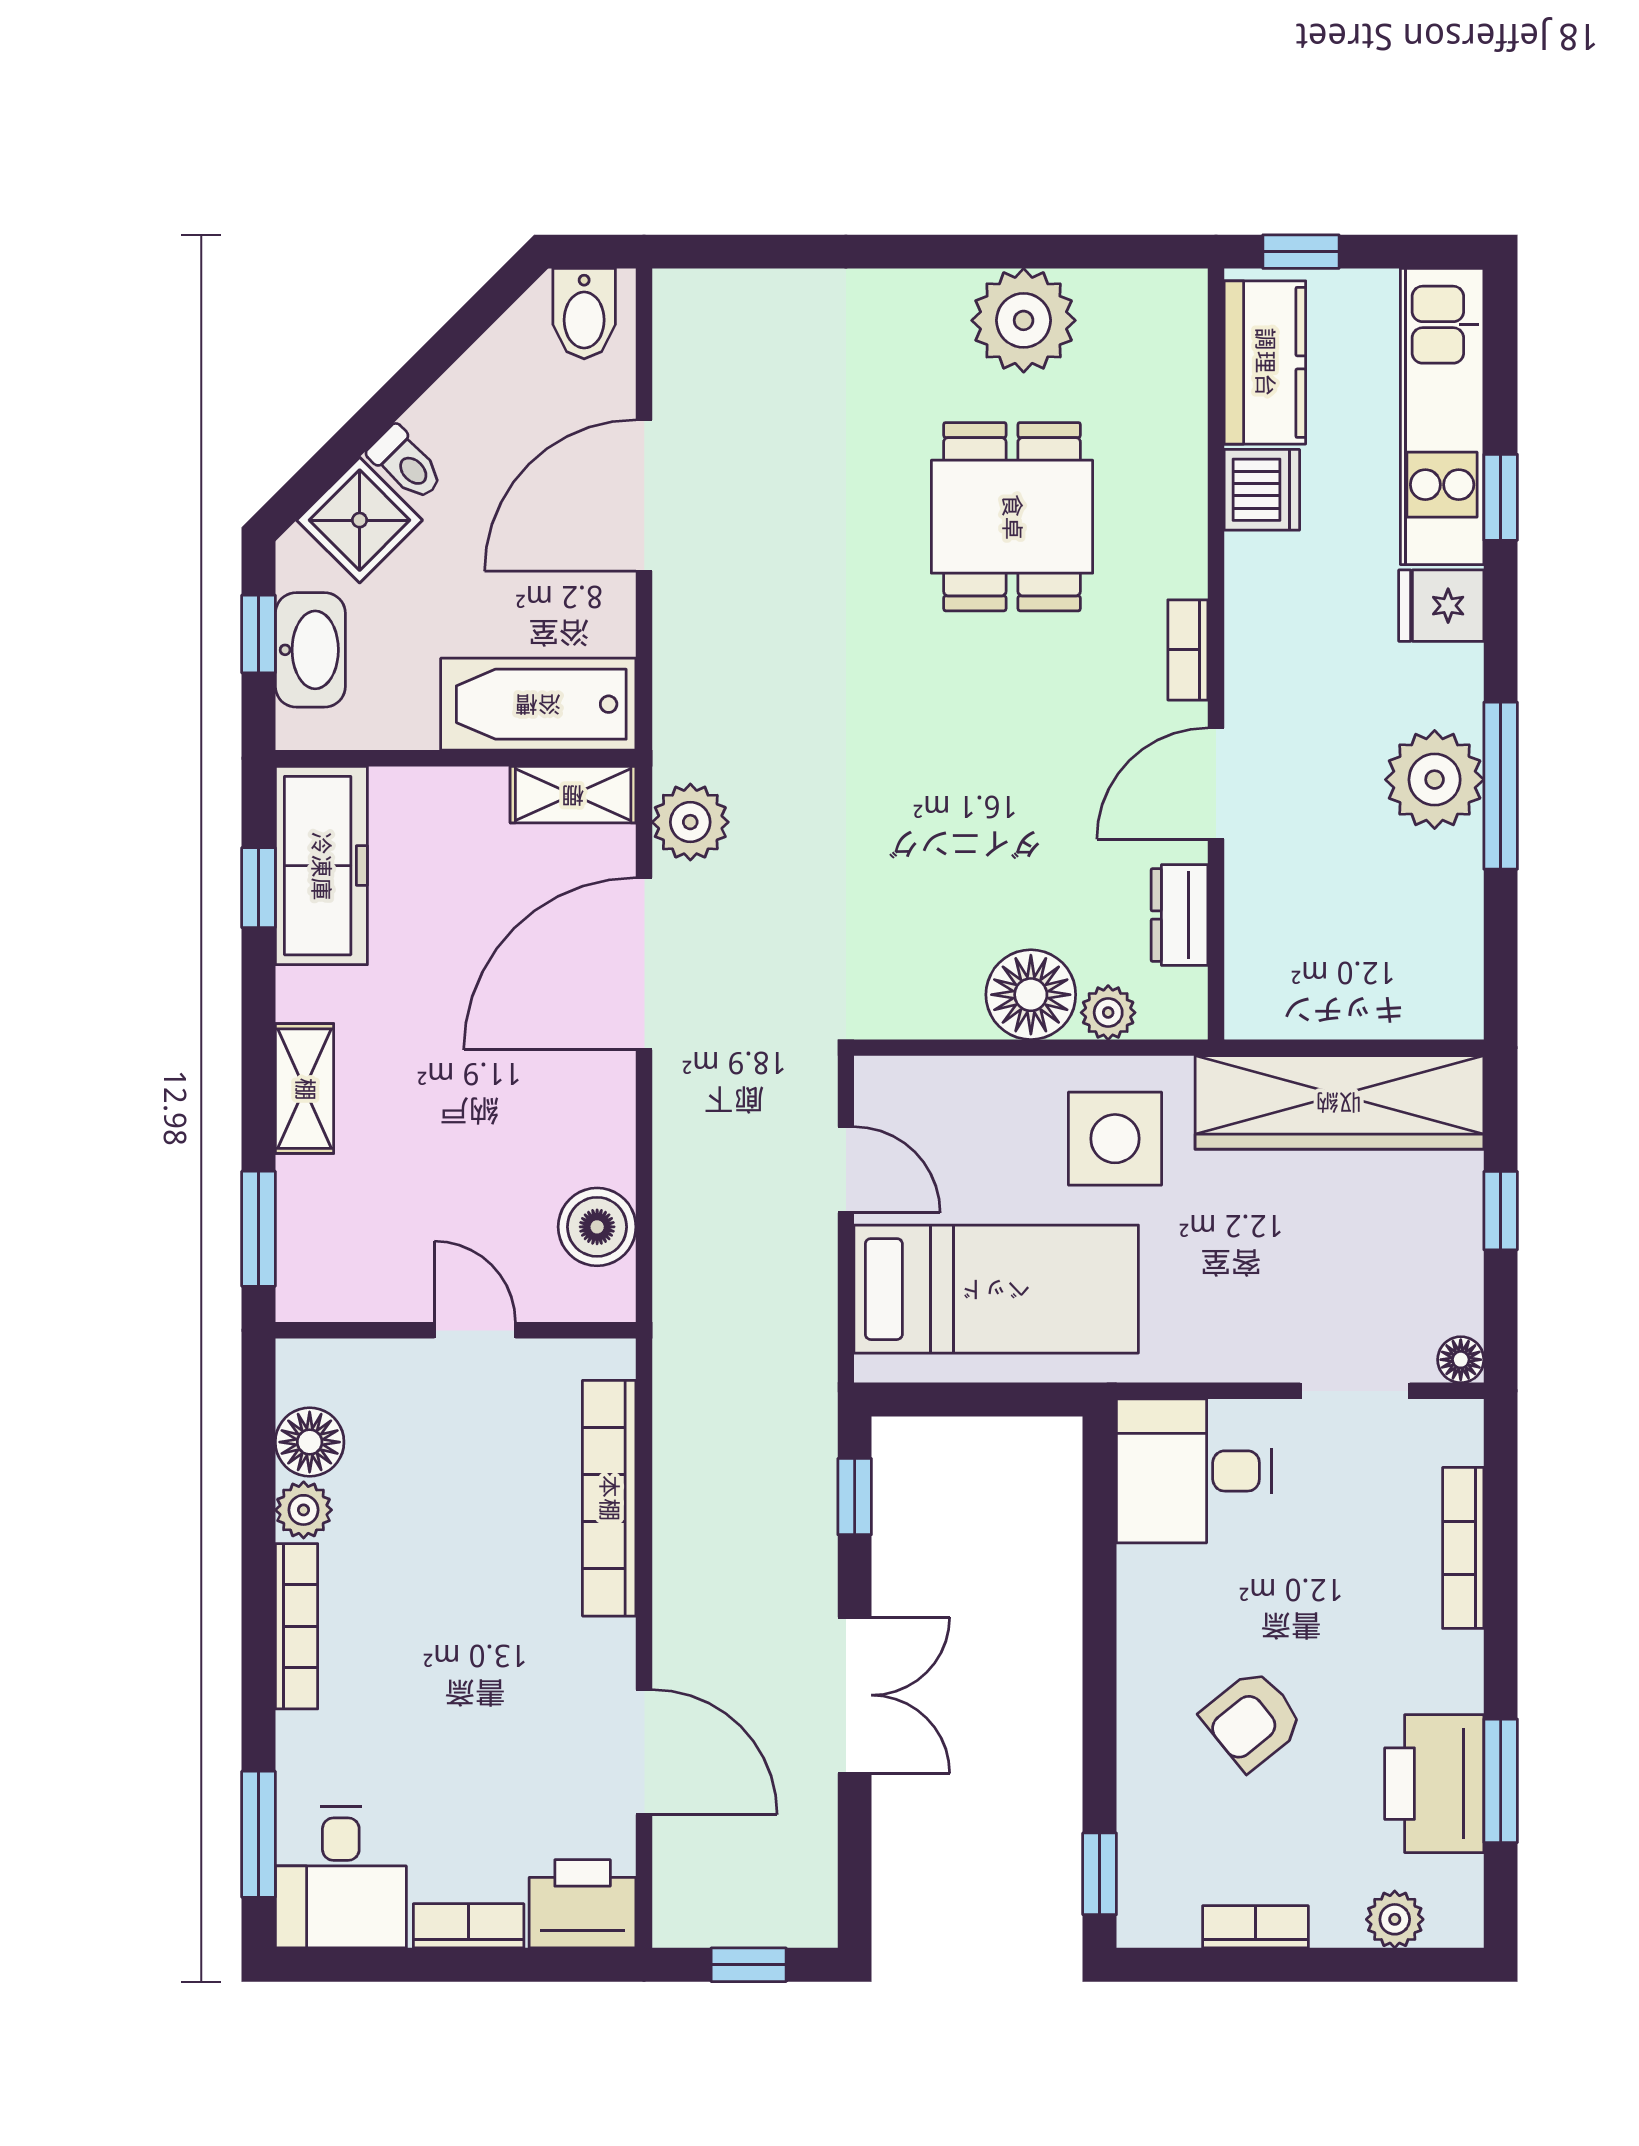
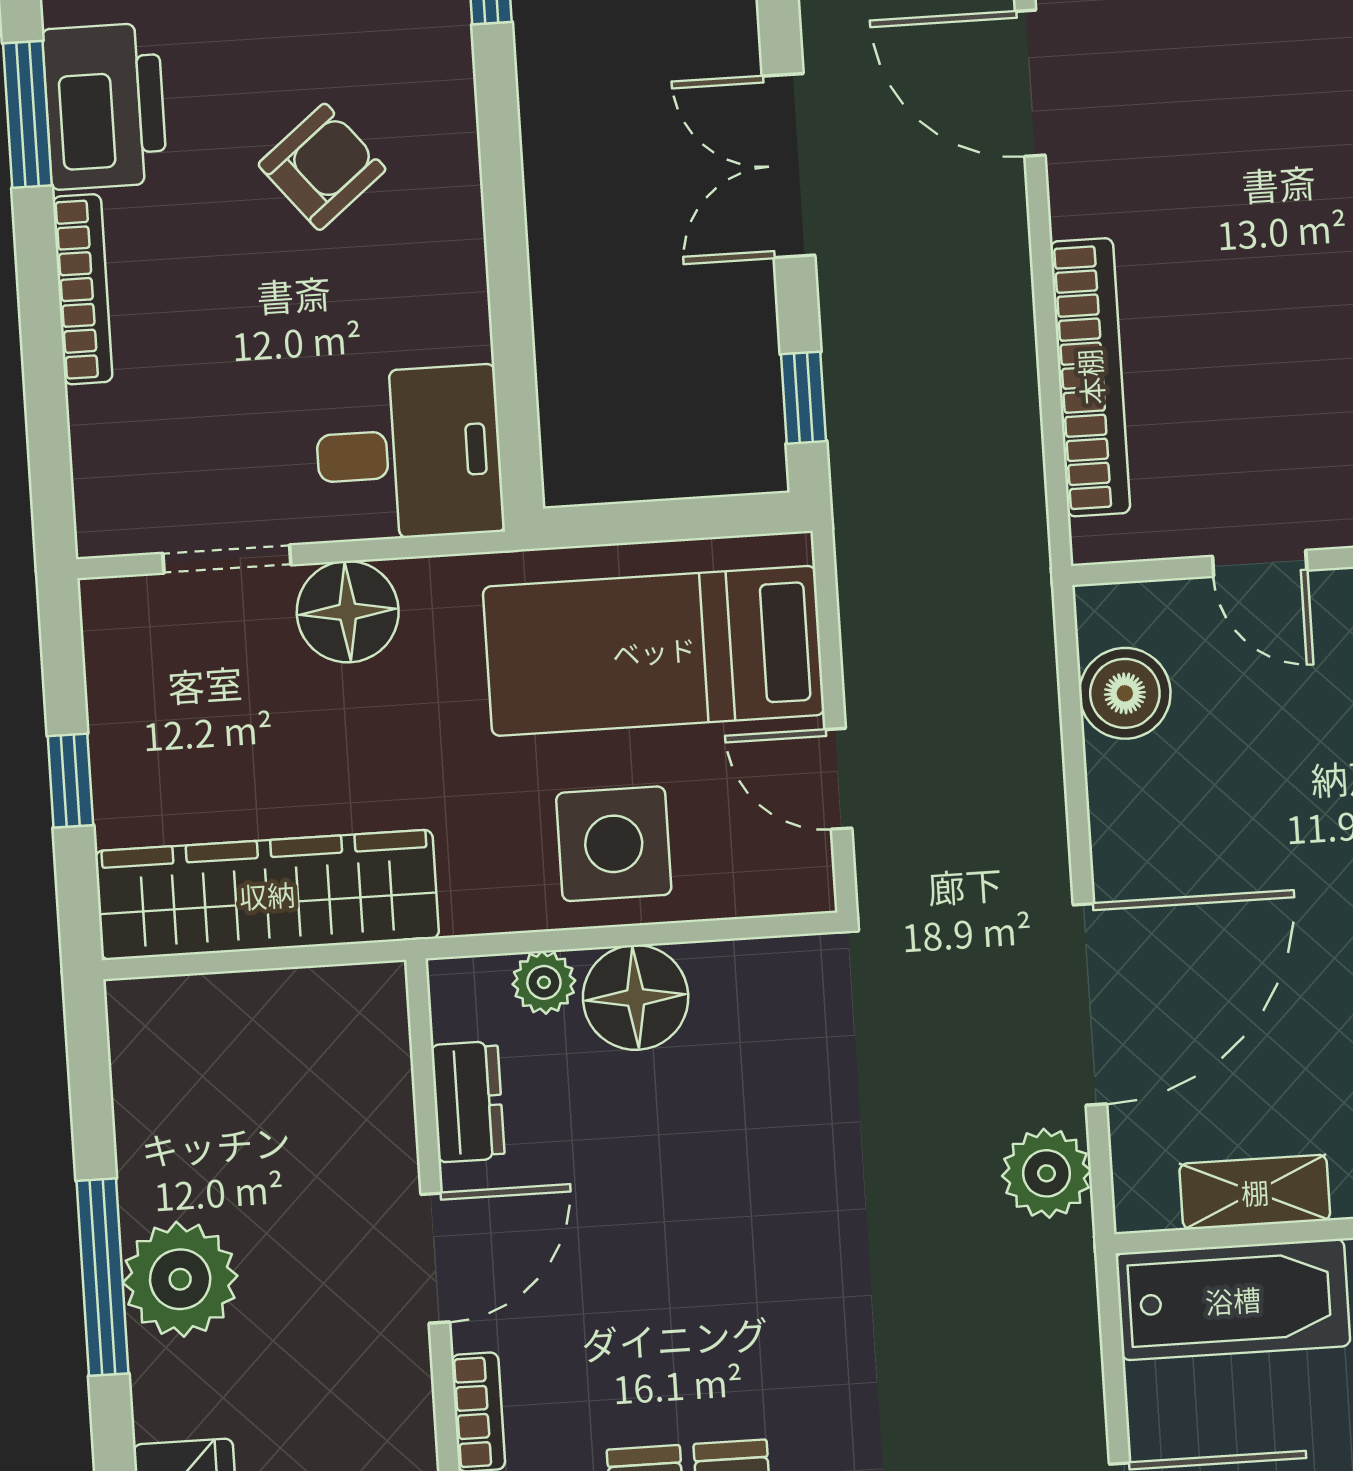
shelving: (573, 795) -> (1255, 1192), moved
side table: (1115, 1139) -> (614, 844), moved
floor lamp: (1461, 1360) -> (348, 612), moved, width x1.89, depth x1.89
bookcase: (1463, 1548) -> (83, 289), moved

